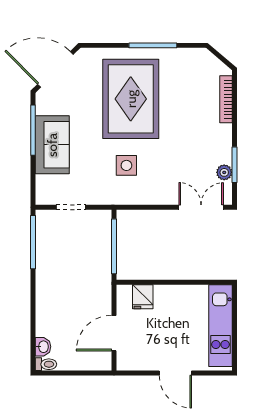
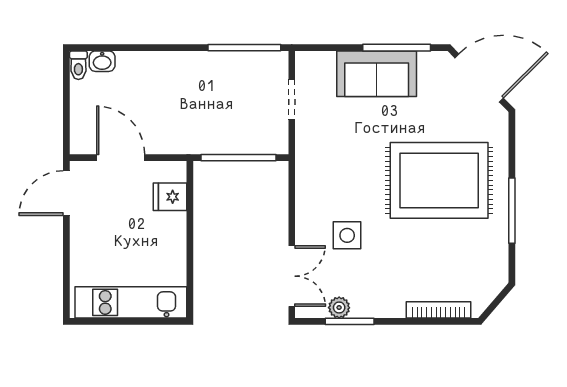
door: (55, 69) -> (479, 78), hinge flipped
side table: (126, 165) -> (347, 235), moved
door: (175, 373) -> (66, 193), moved

